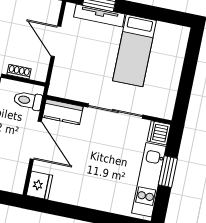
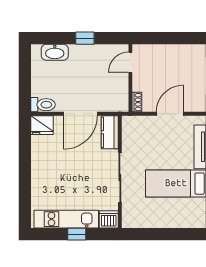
shoe rack: (19, 72) -> (137, 102), moved
toilet: (28, 100) -> (43, 105), moved, turned 90
window: (168, 172) -> (77, 234), width x0.67

